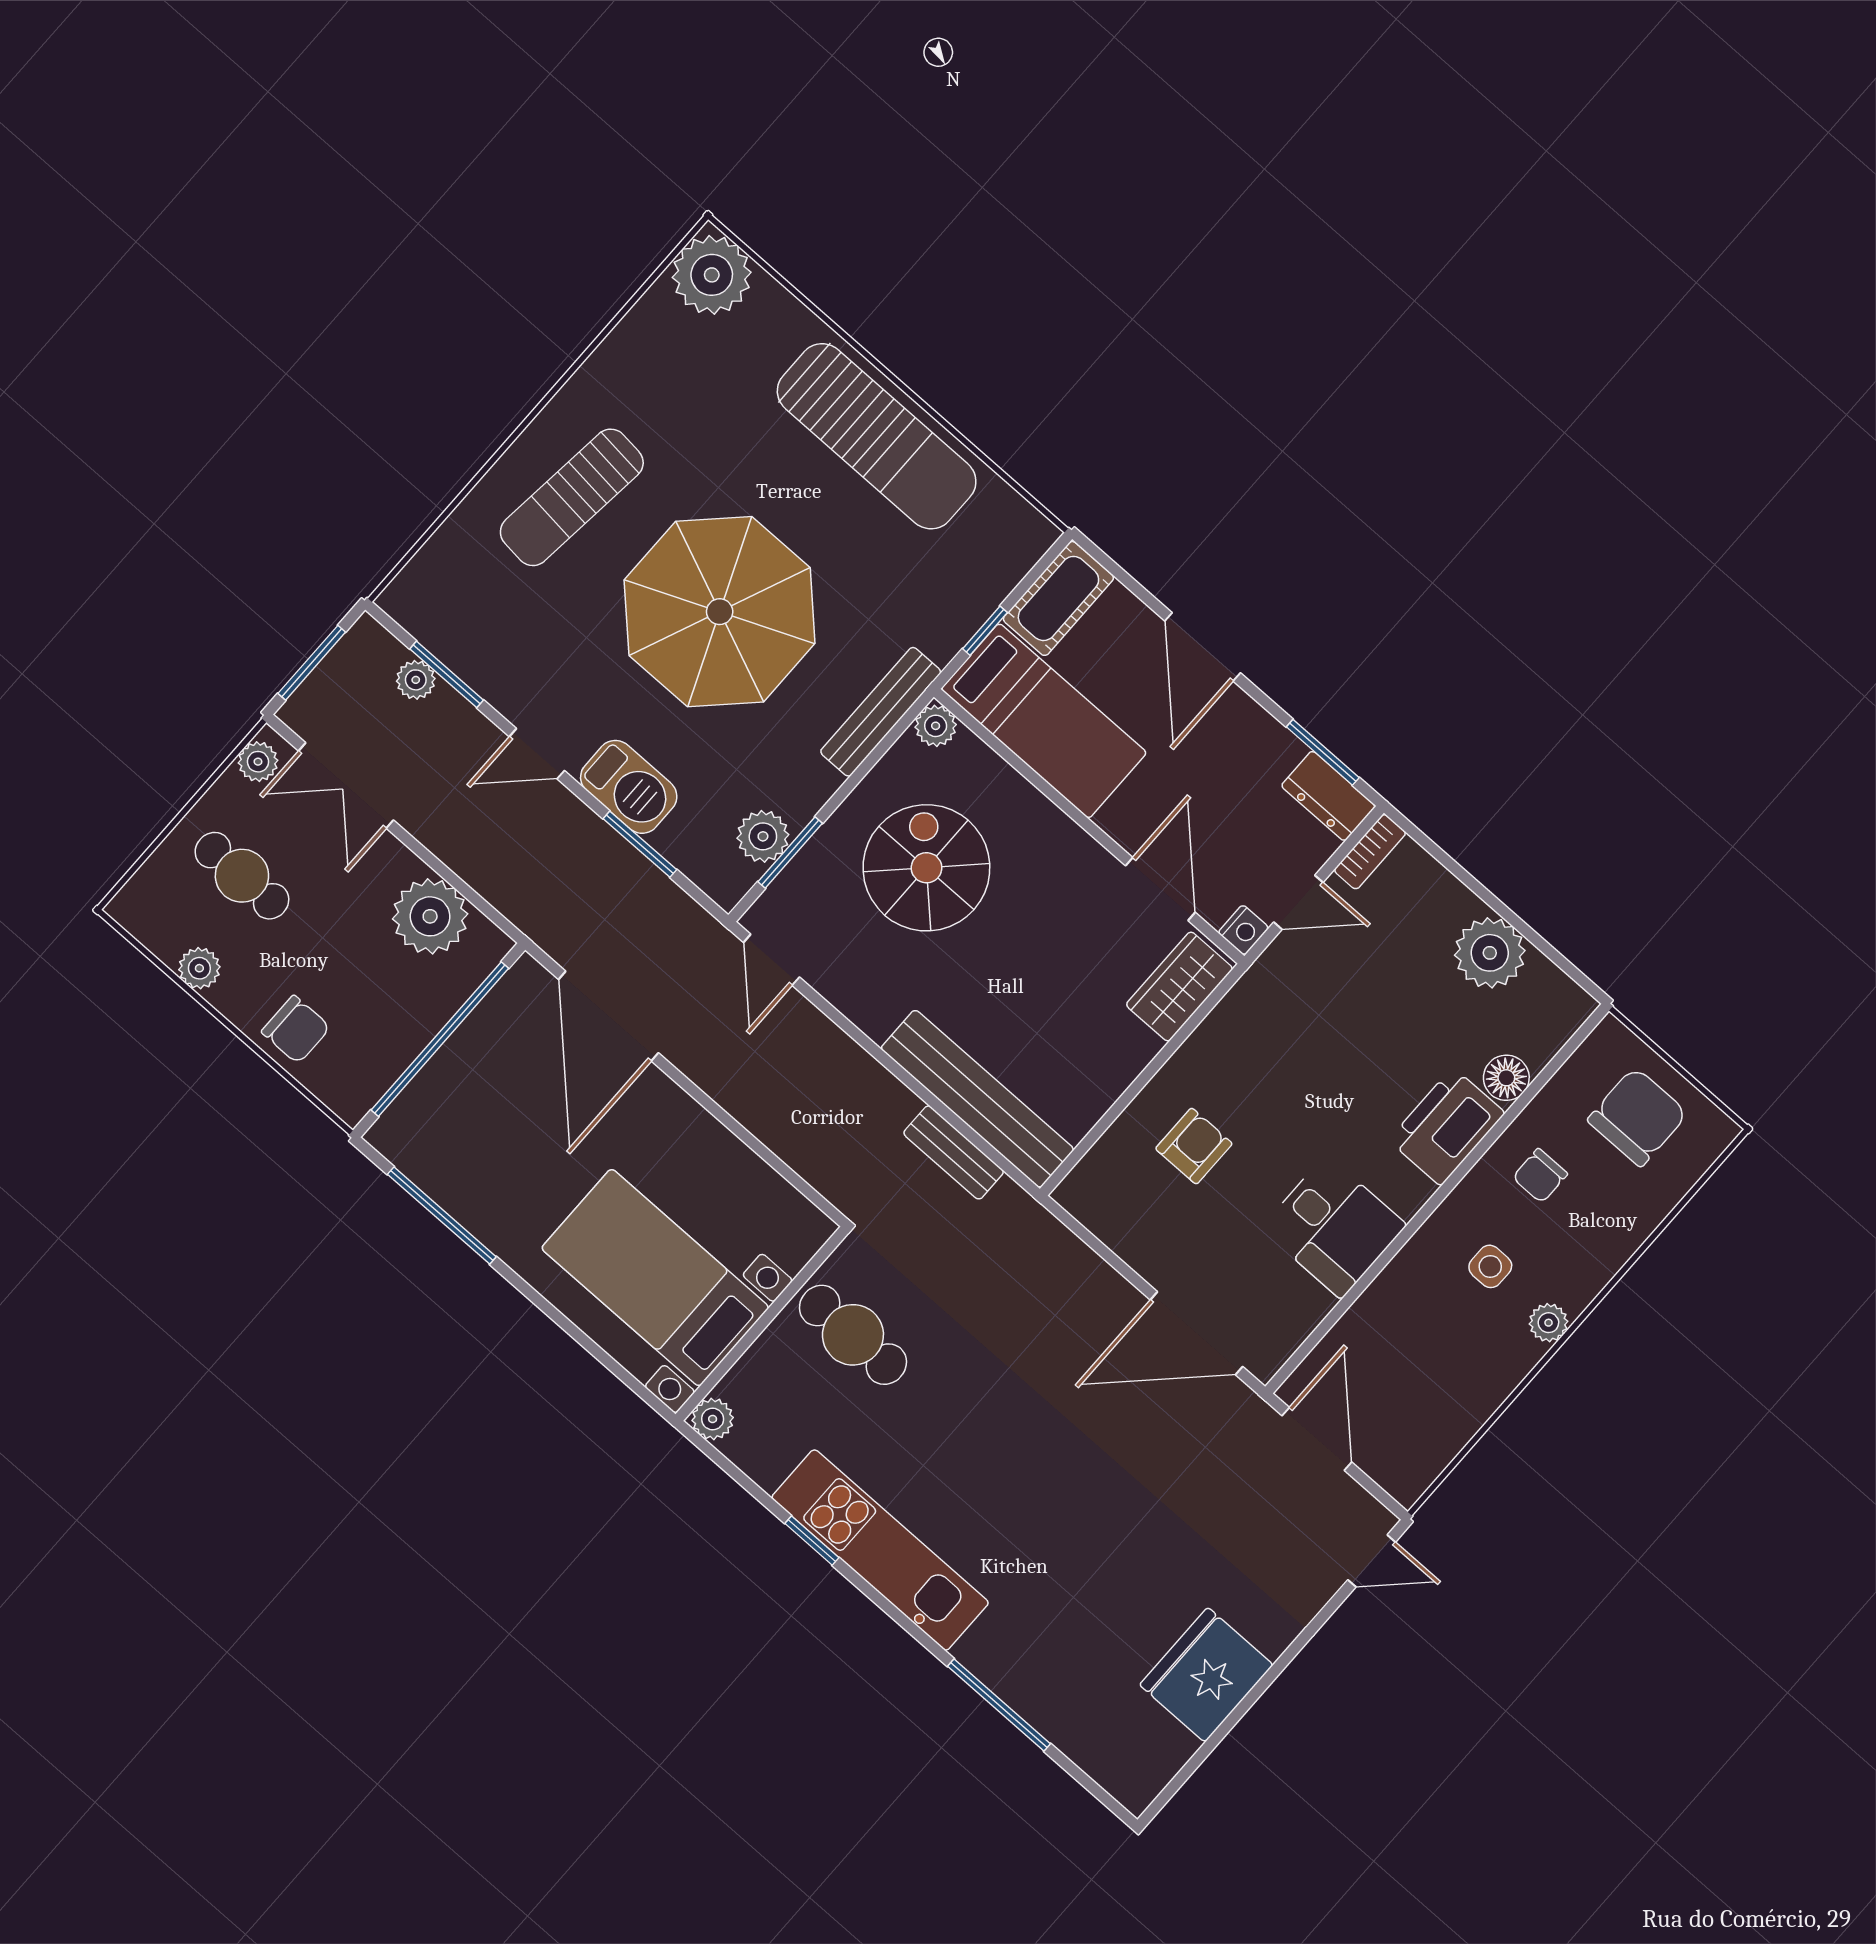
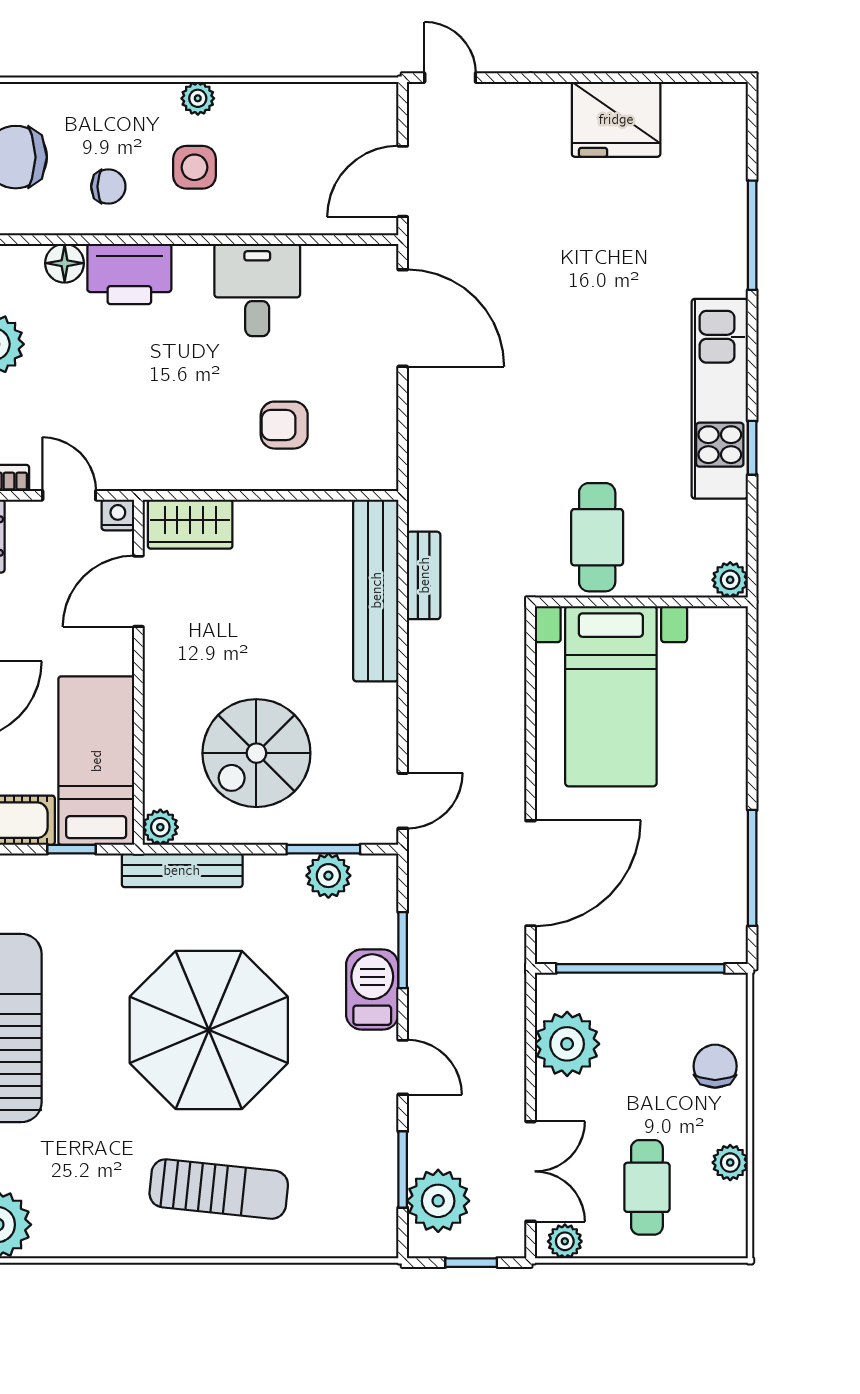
window: (312, 663) -> (471, 1263), width x0.67
plant: (416, 680) -> (438, 1201), width x1.88, depth x1.88
side table: (1490, 1266) -> (194, 167), width x1.37, depth x1.37
bed with nightstands: (655, 1278) -> (611, 696), moved

